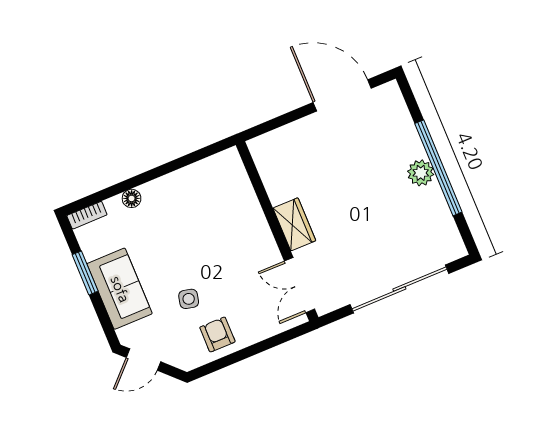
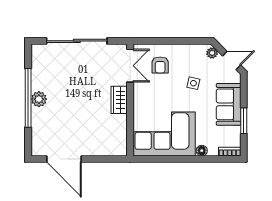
corner sofa: (202, 200) -> (164, 134), added
armchair: (217, 335) -> (160, 65), moved
plant: (179, 359) -> (212, 53), added

